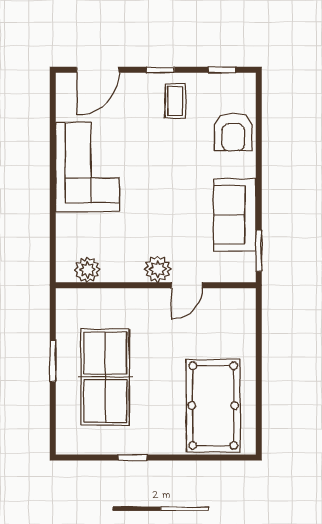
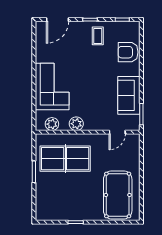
armchair: (233, 132) -> (128, 52), turned 90
corner sofa: (88, 167) -> (52, 86), moved
plant: (158, 269) -> (76, 124), moved
door: (187, 285) -> (117, 132), moved
table tennis table: (105, 377) -> (65, 159), moved, turned 90

